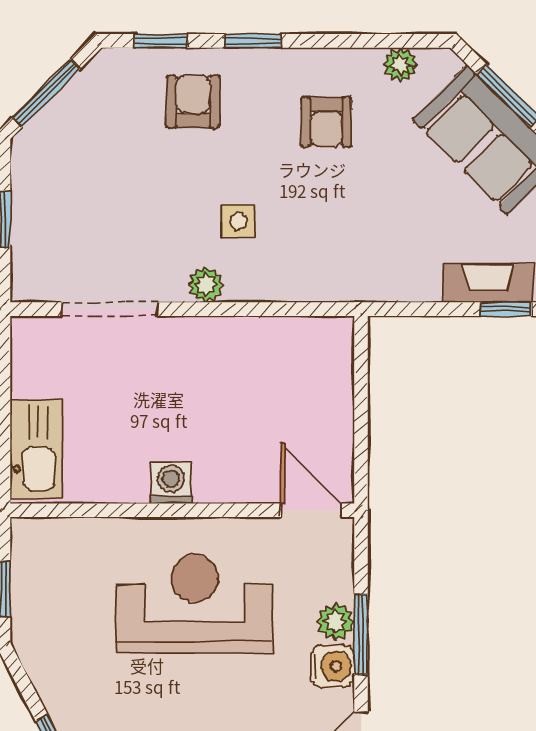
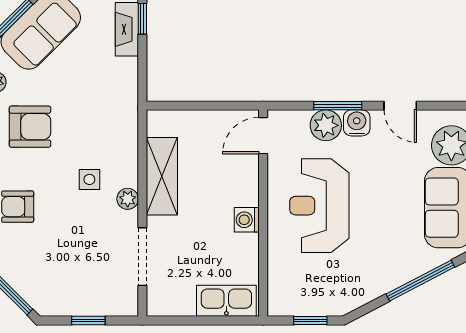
armchair: (326, 122) -> (30, 127), width x1.38, depth x1.38
shelving: (244, 342) -> (162, 176), added
plant: (335, 622) -> (326, 125), width x1.38, depth x1.38

